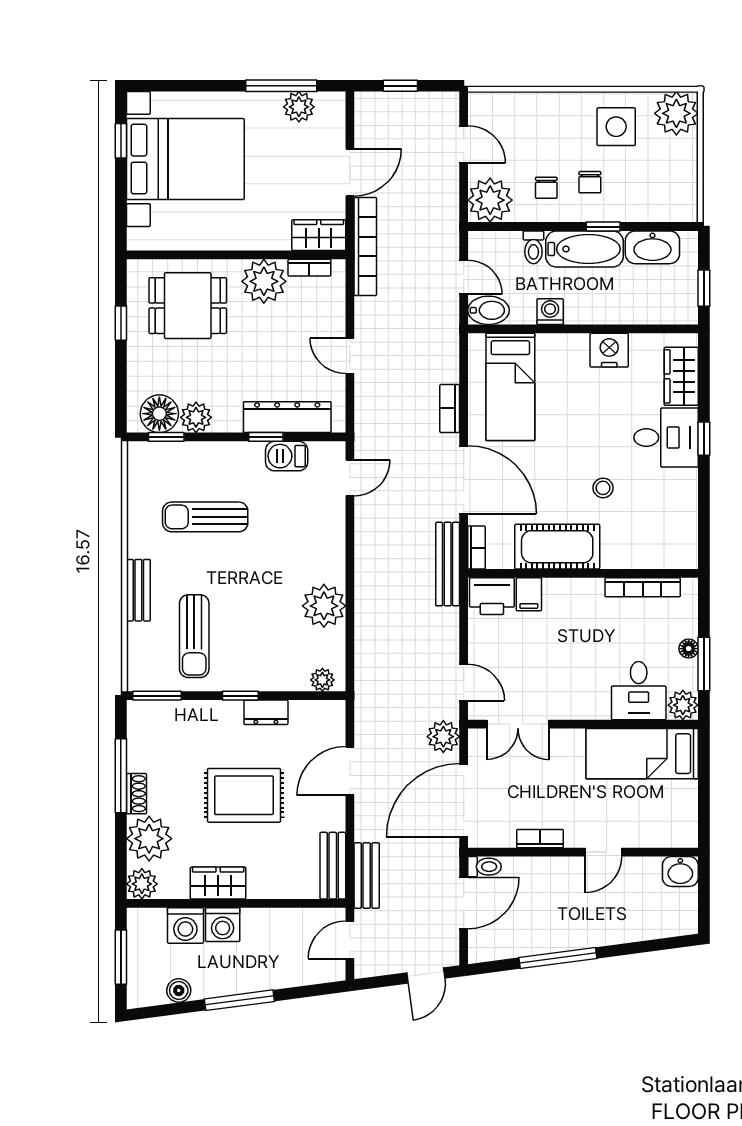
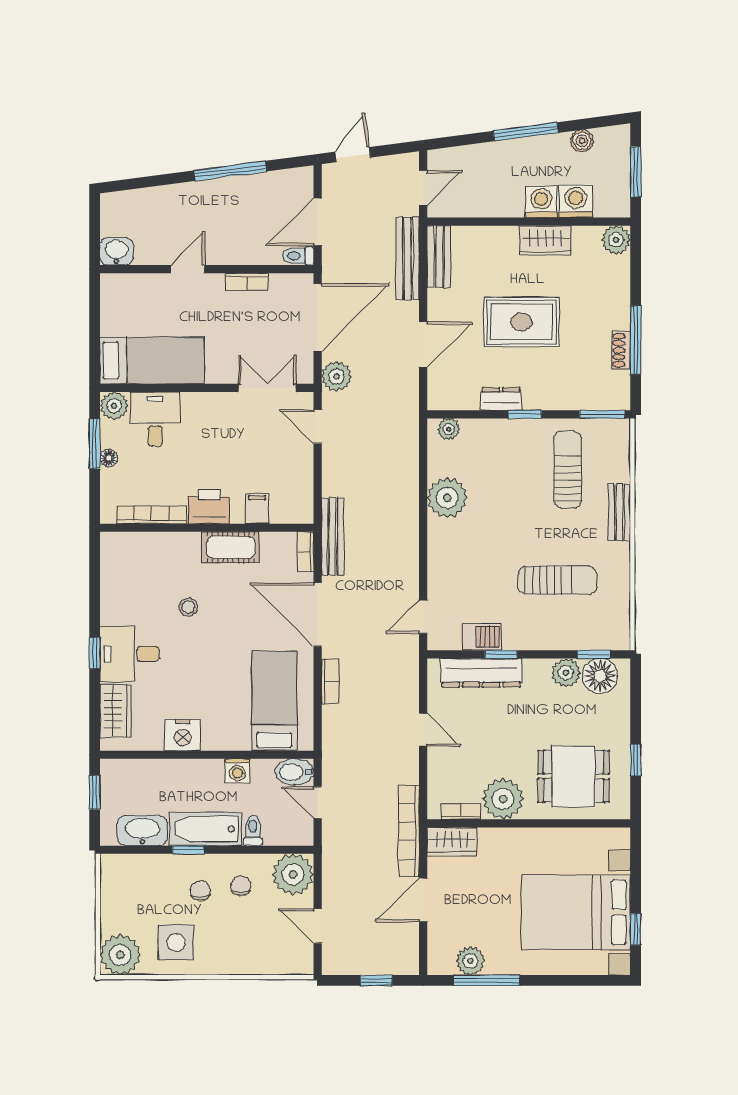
cot: (557, 547) -> (231, 547), width x0.73, depth x0.75
printer: (492, 596) -> (209, 507), moved
shoe rack: (136, 794) -> (621, 350), moved
plant: (149, 839) -> (609, 282), removed
bench: (367, 876) -> (408, 259), width x1.36

